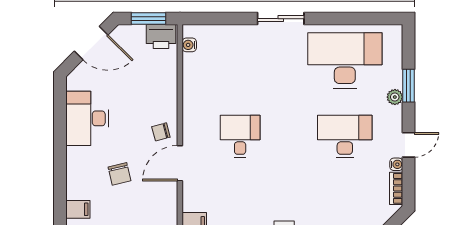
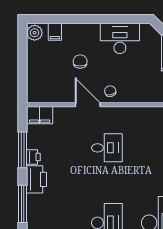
chair: (119, 174) -> (80, 61), turned 103

